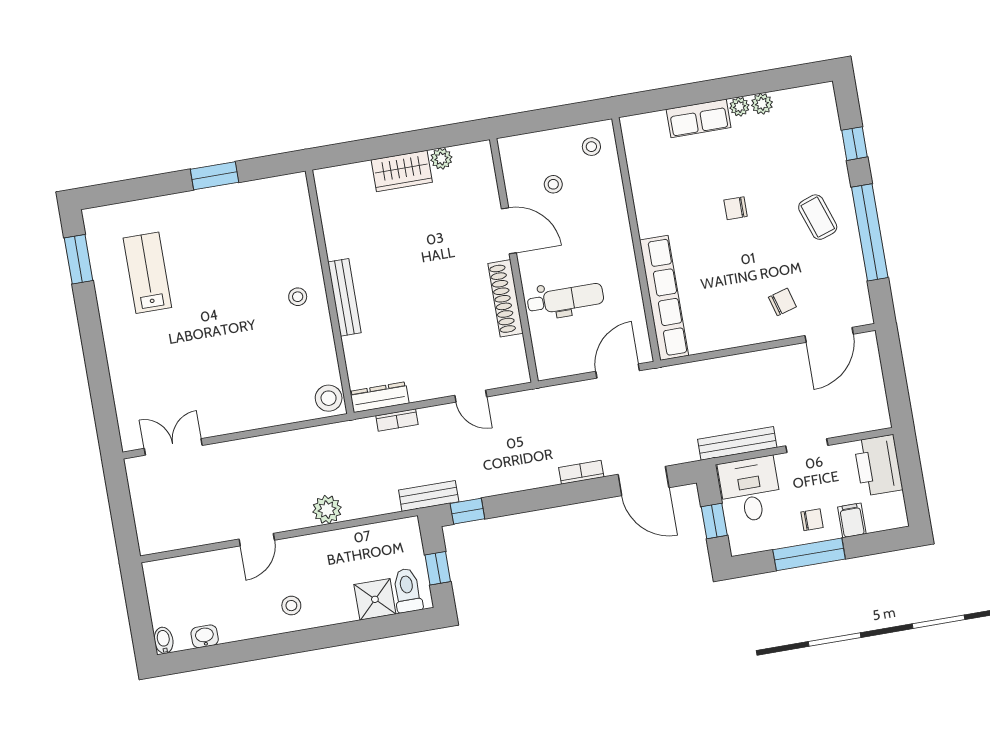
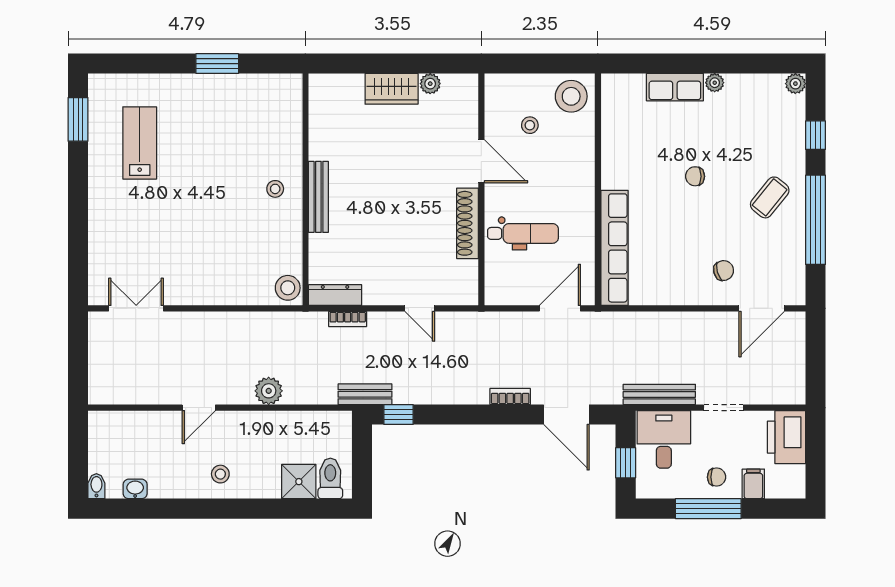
plant: (762, 104) -> (795, 84), moved
stool: (591, 147) -> (571, 96), width x1.89, depth x1.89
coffee table: (818, 217) -> (770, 197), turned 58
window: (438, 568) -> (362, 463), removed

